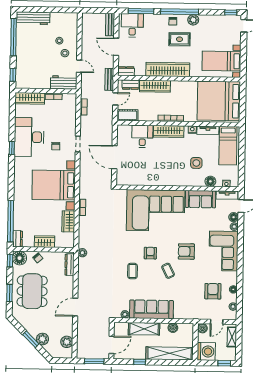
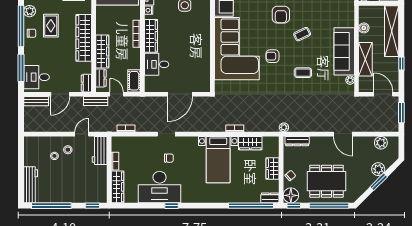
bed with nightstands: (54, 185) -> (218, 160), width x0.73
armchair: (150, 253) -> (272, 56), moved
window: (9, 293) -> (329, 206), width x2.11

